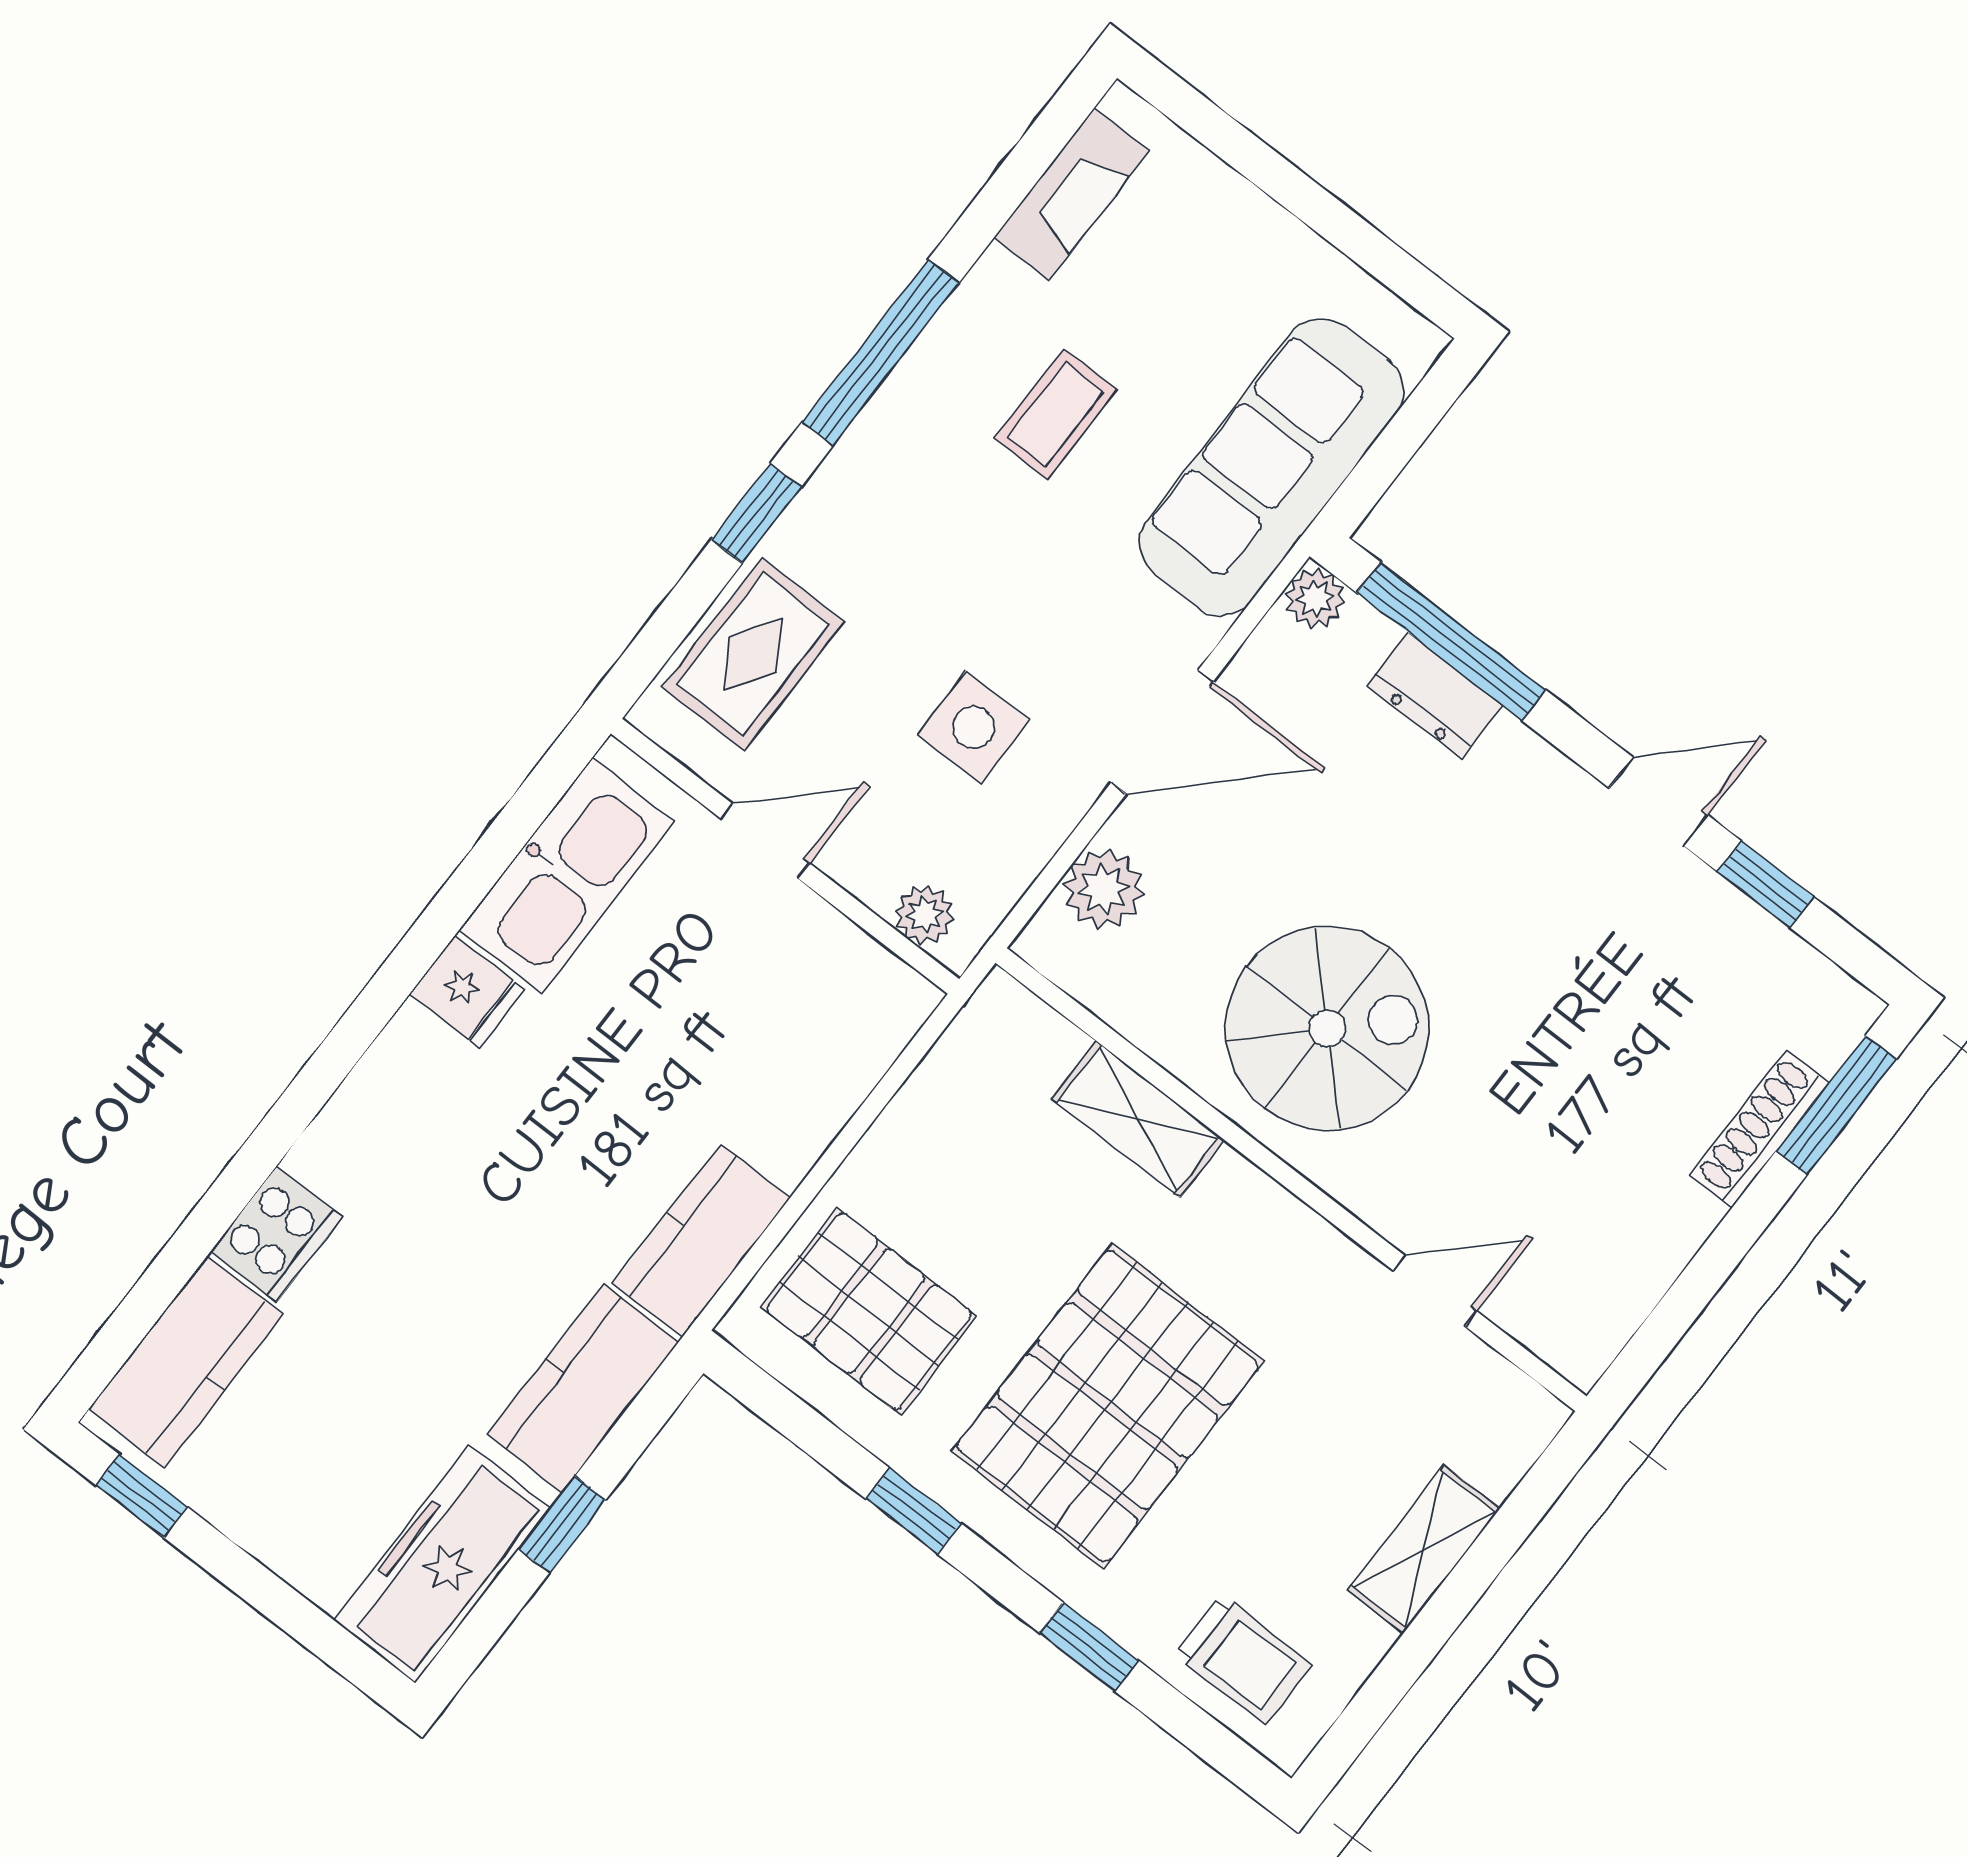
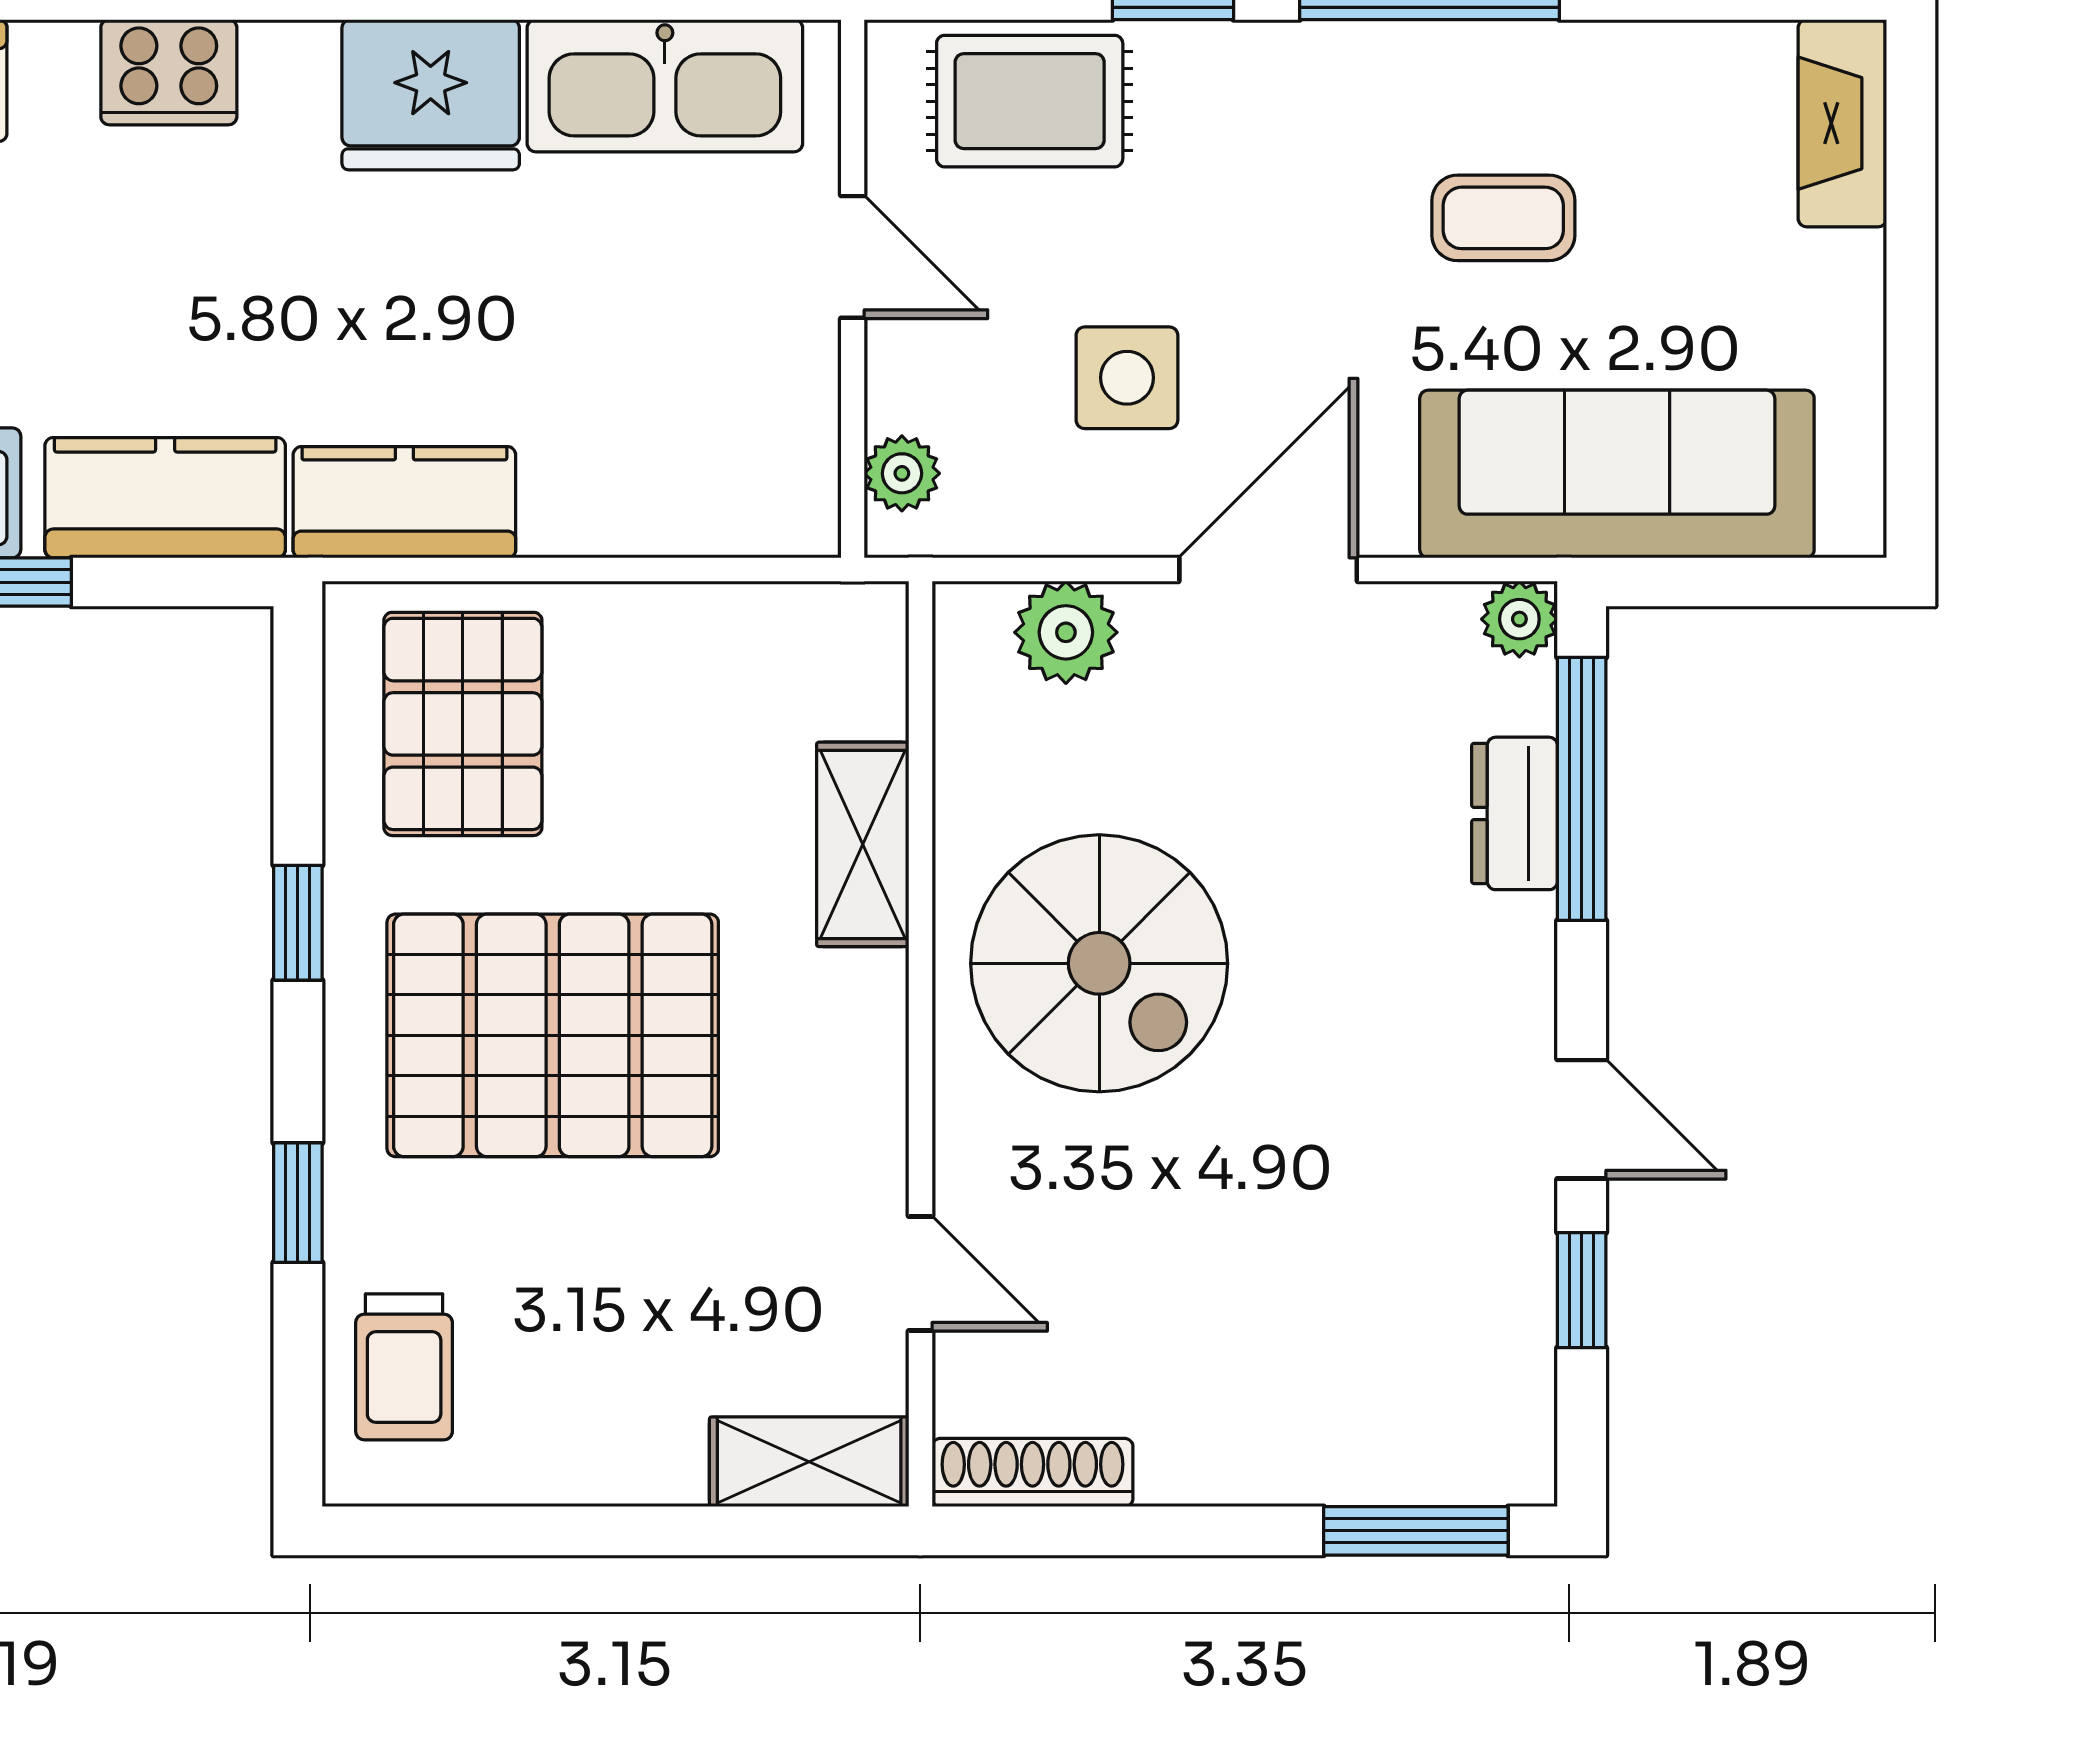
fireplace: (1072, 194) -> (1842, 123), moved, turned 90
door: (1162, 732) -> (1268, 569), swing flipped
fridge: (467, 991) -> (431, 95), width x1.88, depth x1.34
shoe rack: (1759, 1129) -> (1032, 1472), moved
cooker: (276, 1234) -> (169, 72), moved
shelving: (1424, 1549) -> (809, 1462), moved

